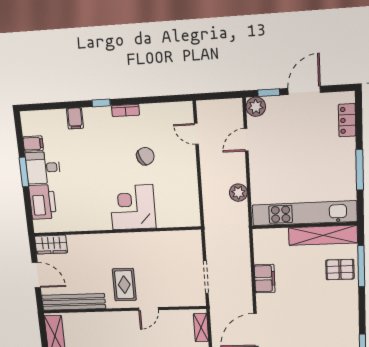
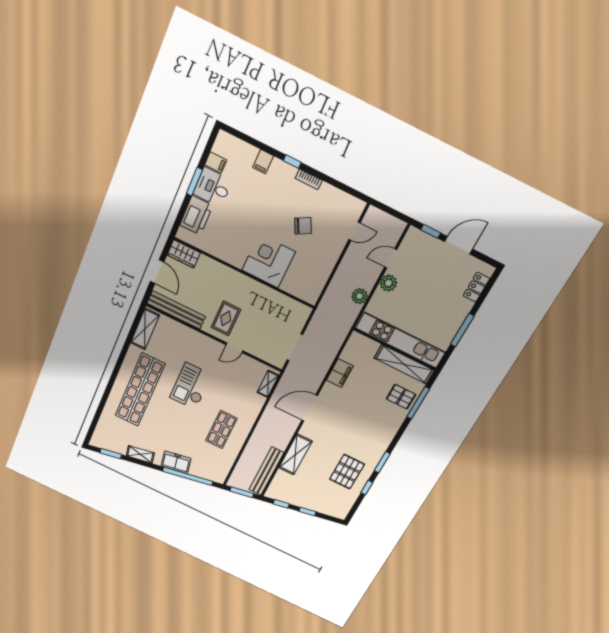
plant: (256, 107) -> (388, 283), moved
door: (196, 134) -> (354, 231), swing flipped

